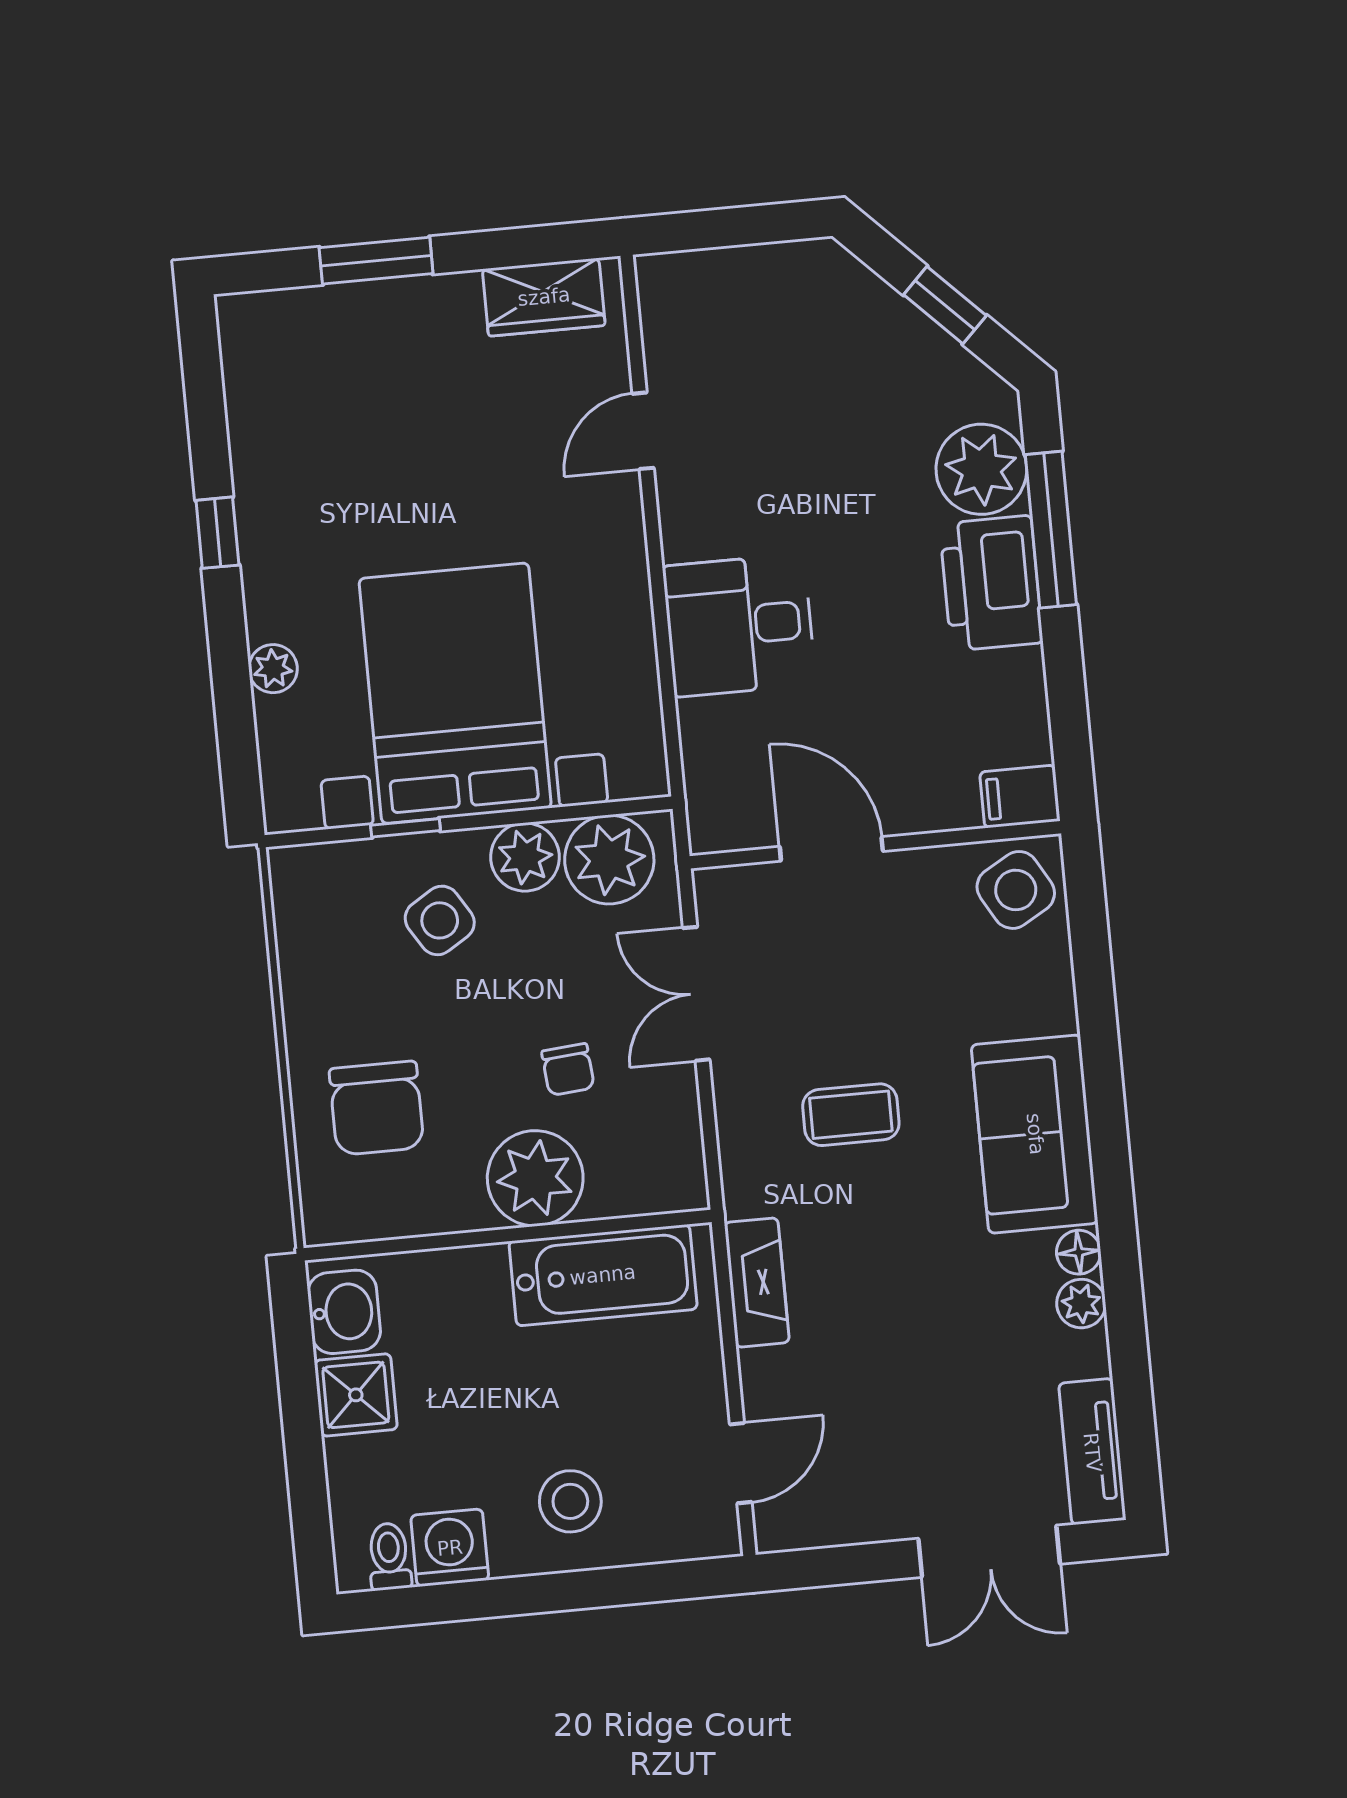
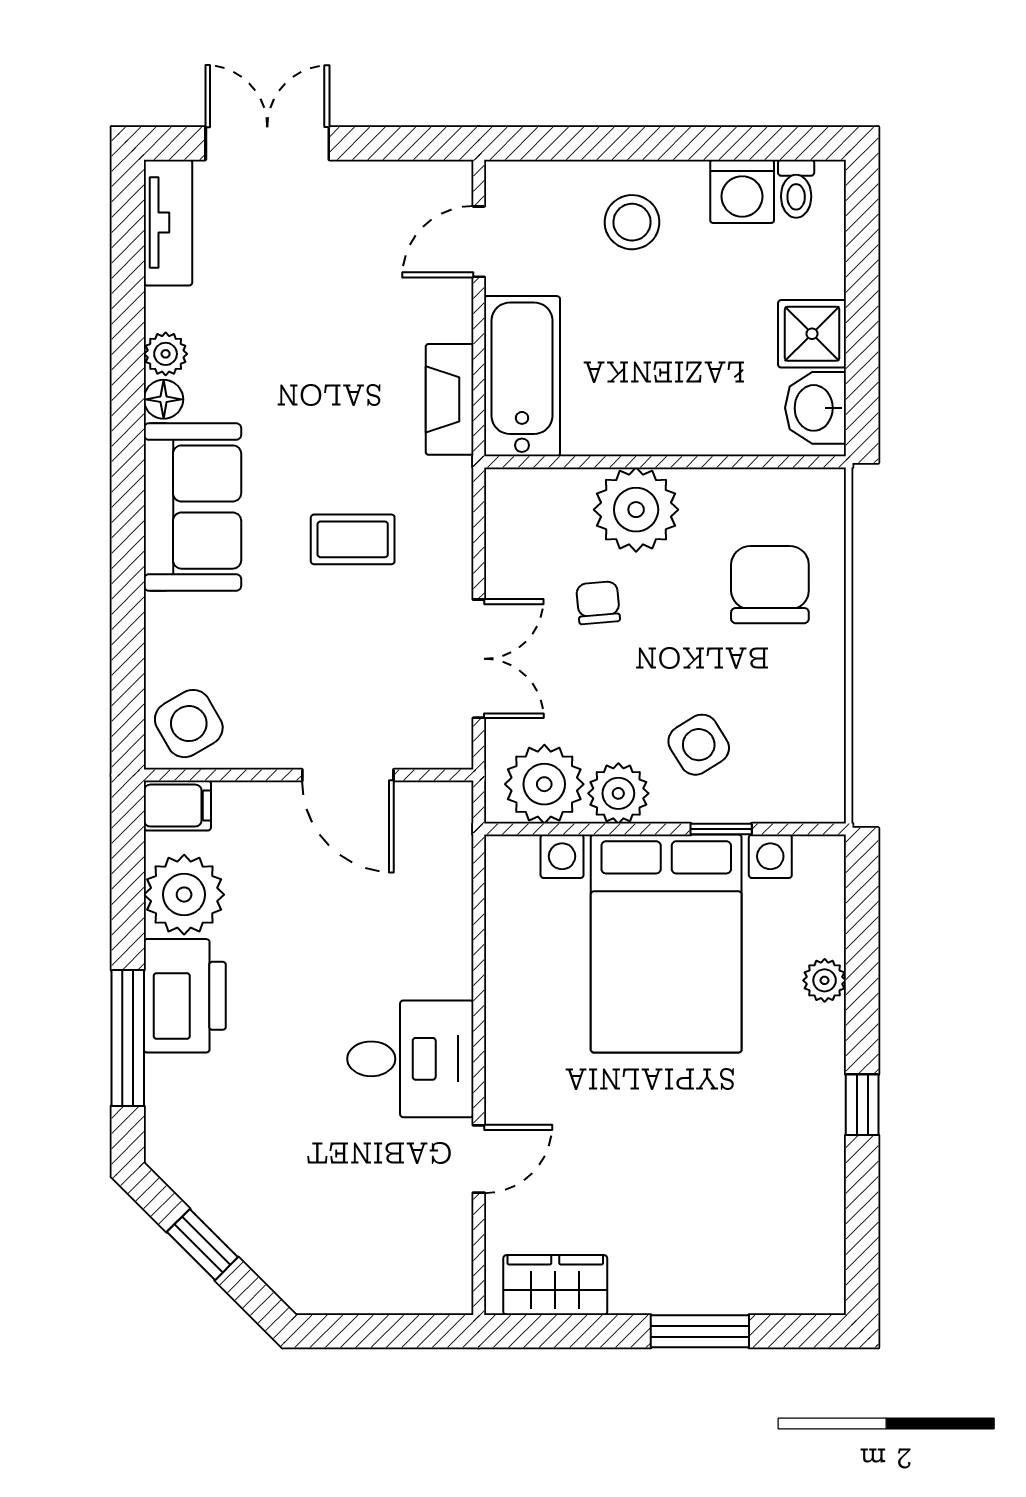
plant: (981, 469) -> (184, 895), moved
desk: (739, 625) -> (410, 1059), moved
bathtub: (603, 1275) -> (522, 376), moved, turned 90

